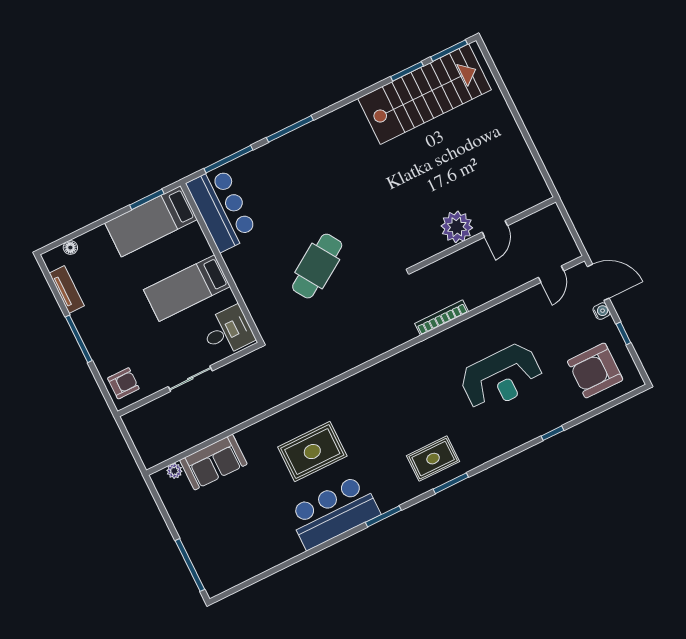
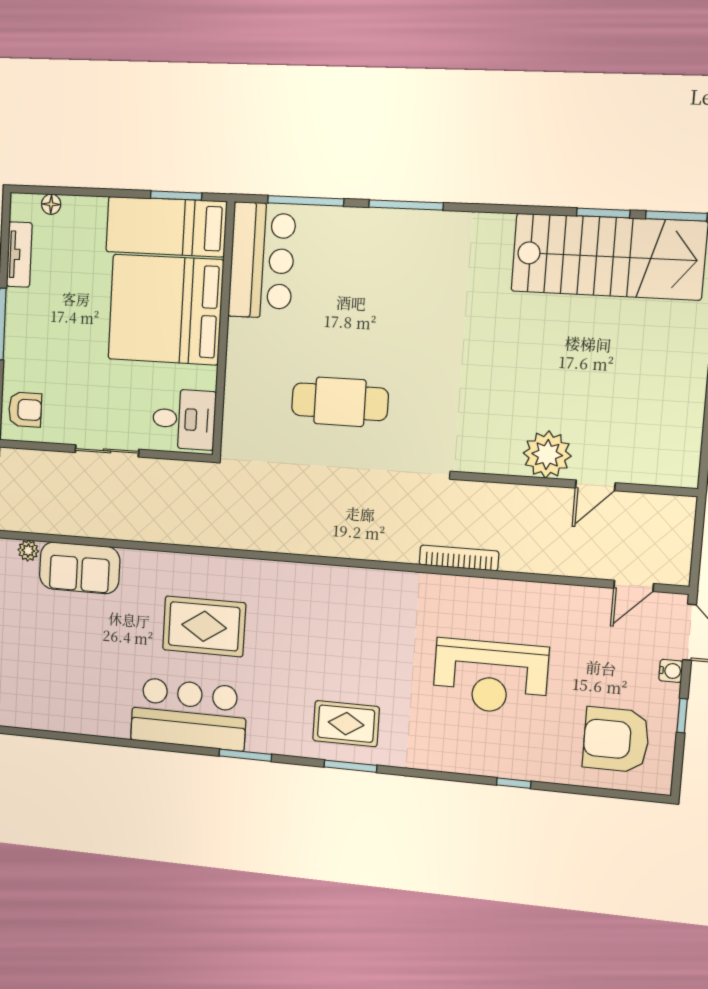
cafe table: (317, 266) -> (340, 402), turned 33
bed: (187, 288) -> (166, 310), width x2.04

